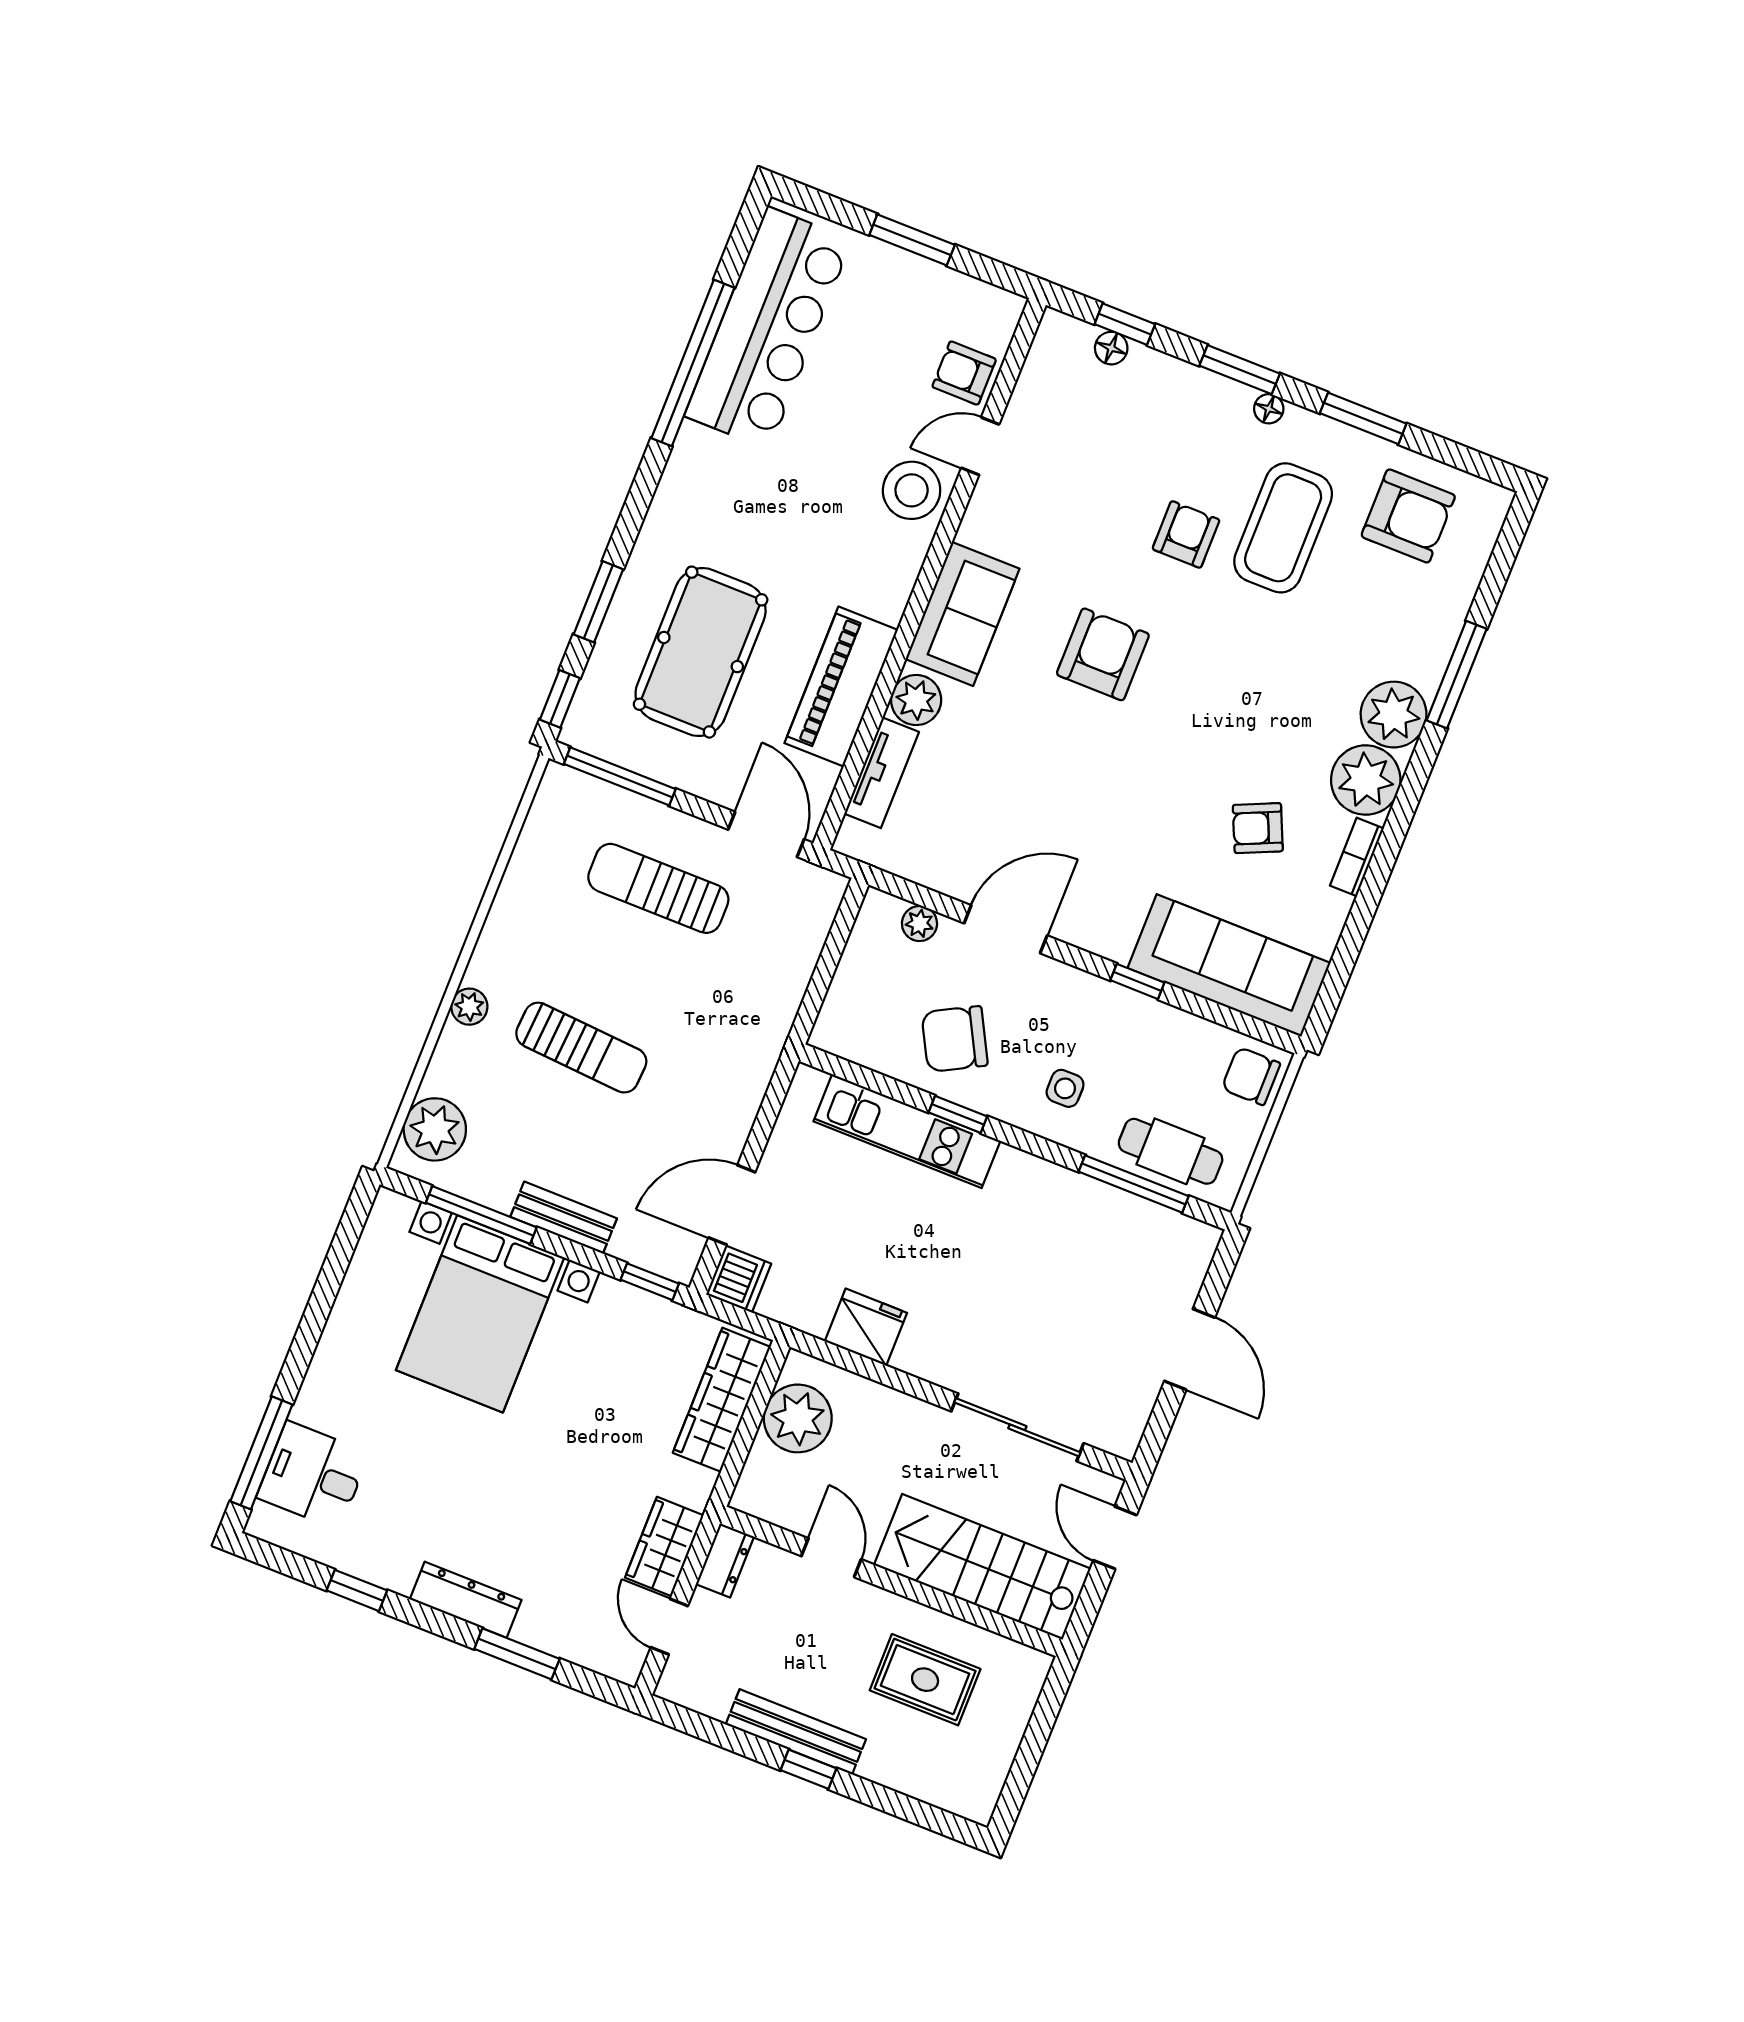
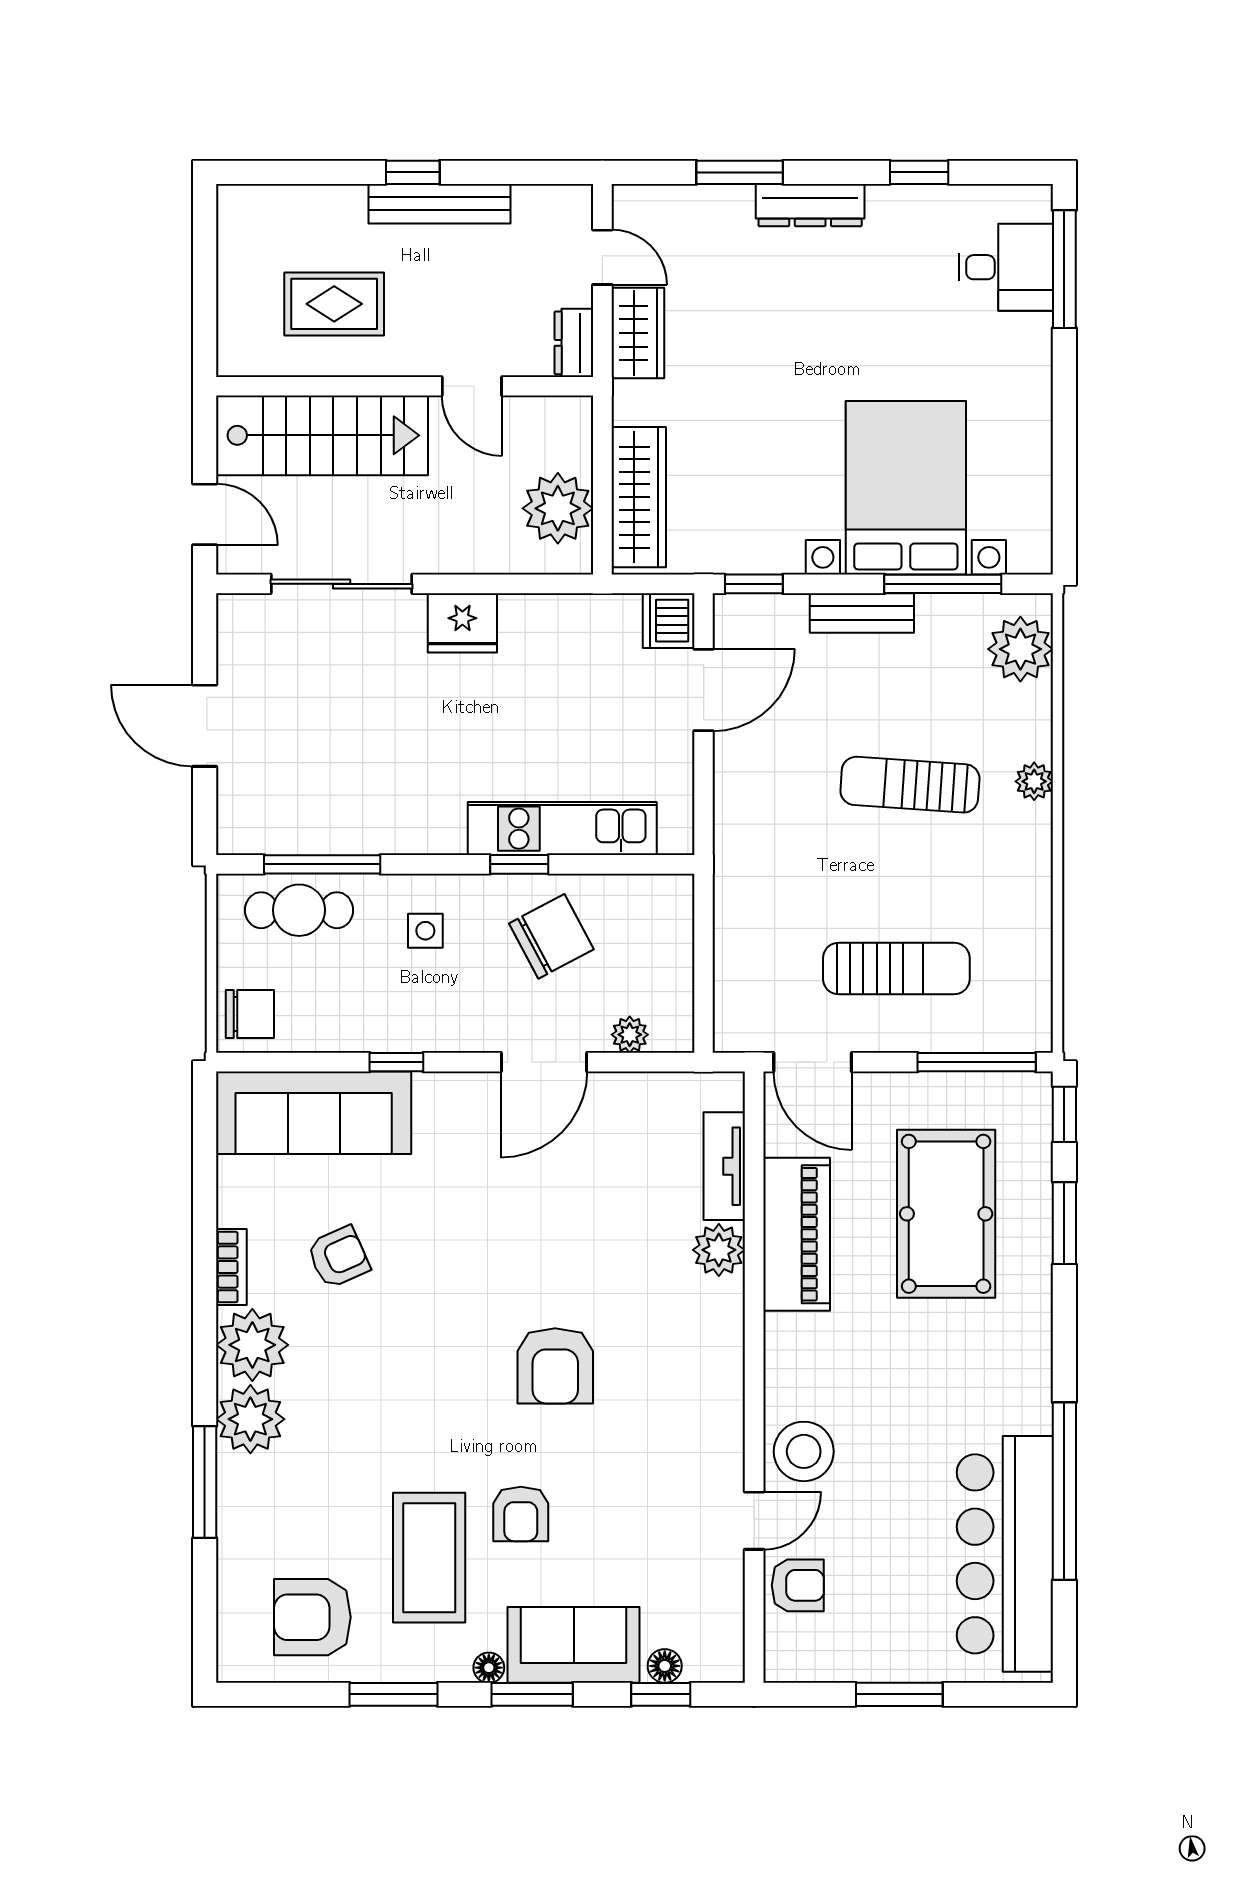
sofa: (962, 614) -> (574, 1645), moved, turned 90
fridge: (866, 1327) -> (462, 623), moved

